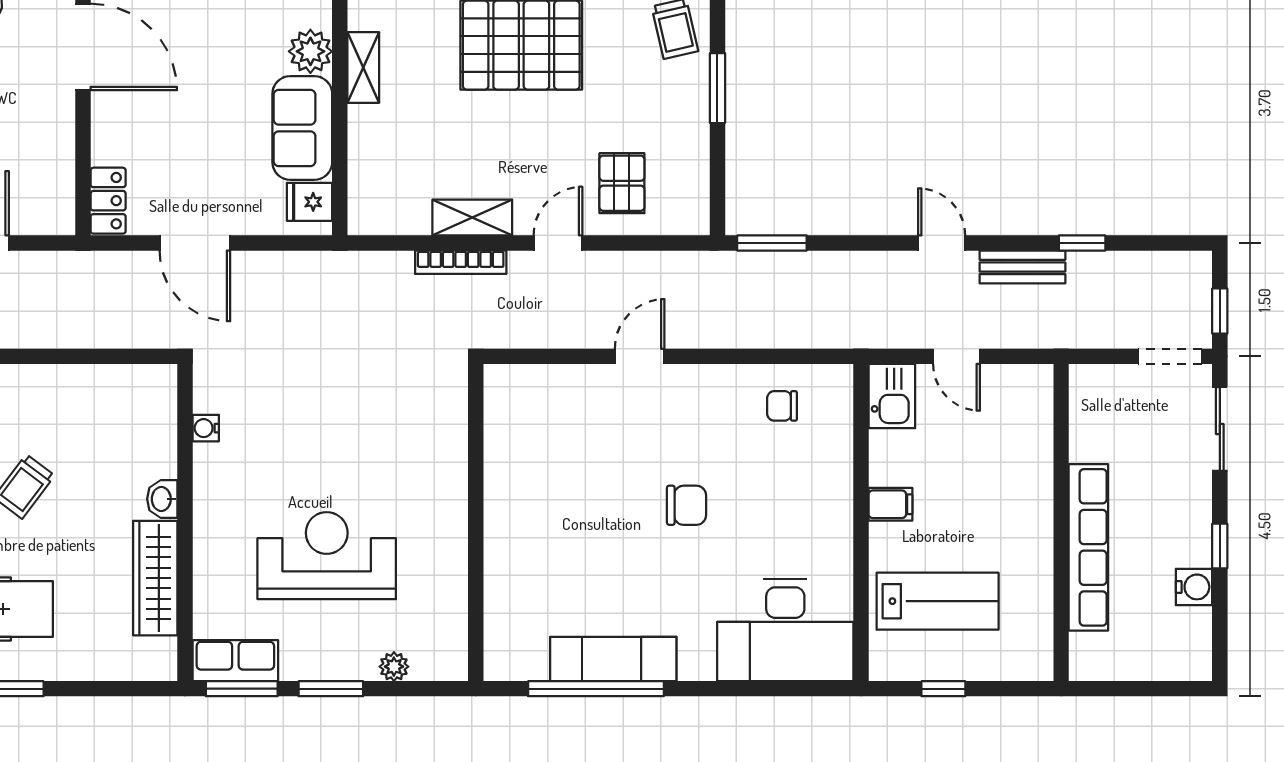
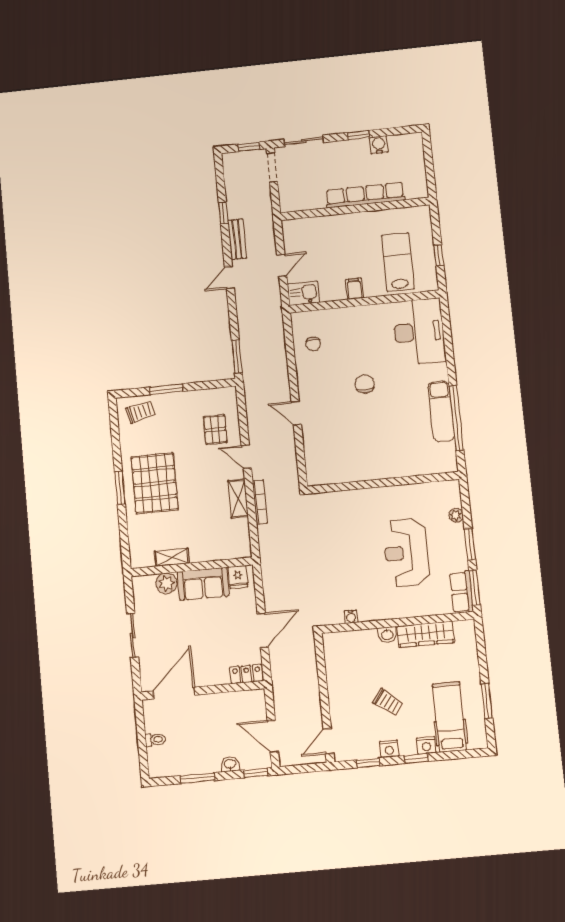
pallet: (622, 183) -> (215, 429), turned 90

